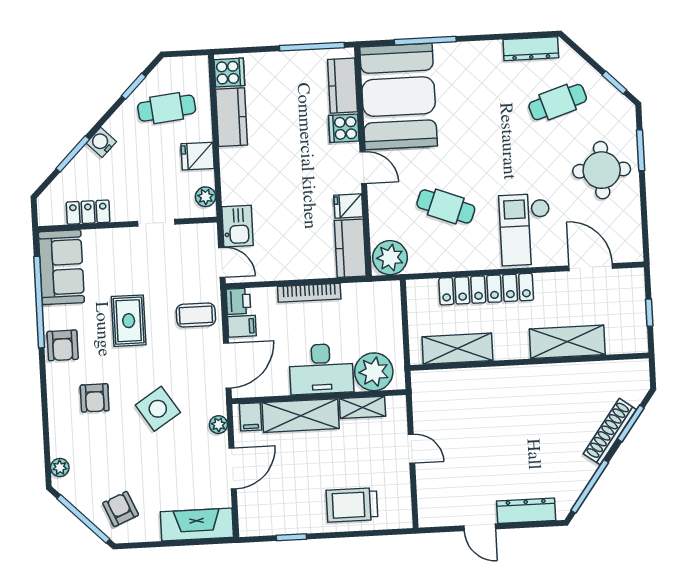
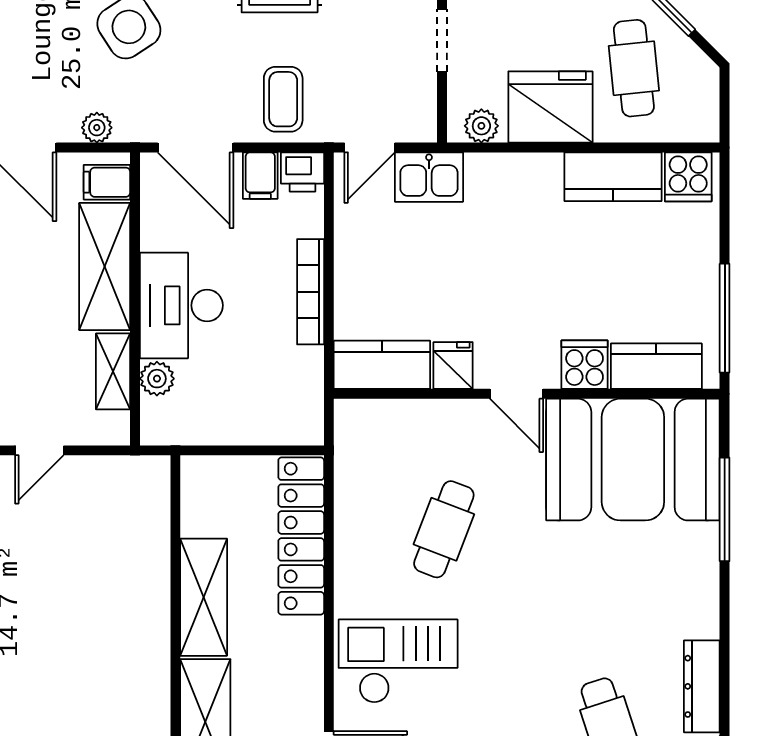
fridge: (198, 156) -> (550, 107), width x1.88, depth x1.34
door: (363, 168) -> (516, 394), hinge flipped
plant: (390, 258) -> (363, 431), removed
locker: (486, 289) -> (301, 536), moved
shelving: (457, 349) -> (204, 597), moved
plant: (374, 372) -> (157, 379), width x0.53, depth x0.53

